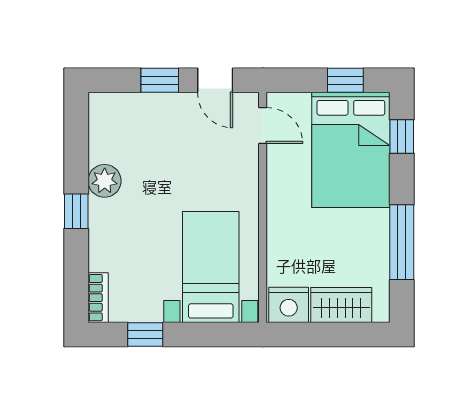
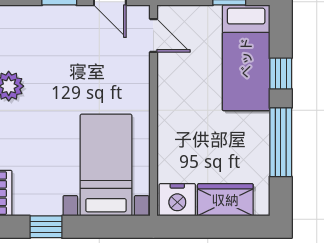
window: (402, 137) -> (281, 74), moved
bed: (351, 150) -> (246, 58), width x0.67

